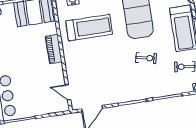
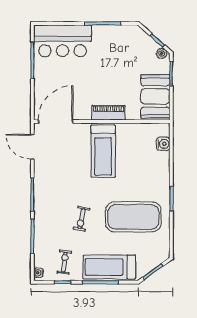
treadmill: (89, 28) -> (103, 151), moved
door: (68, 92) -> (56, 122), width x1.87

